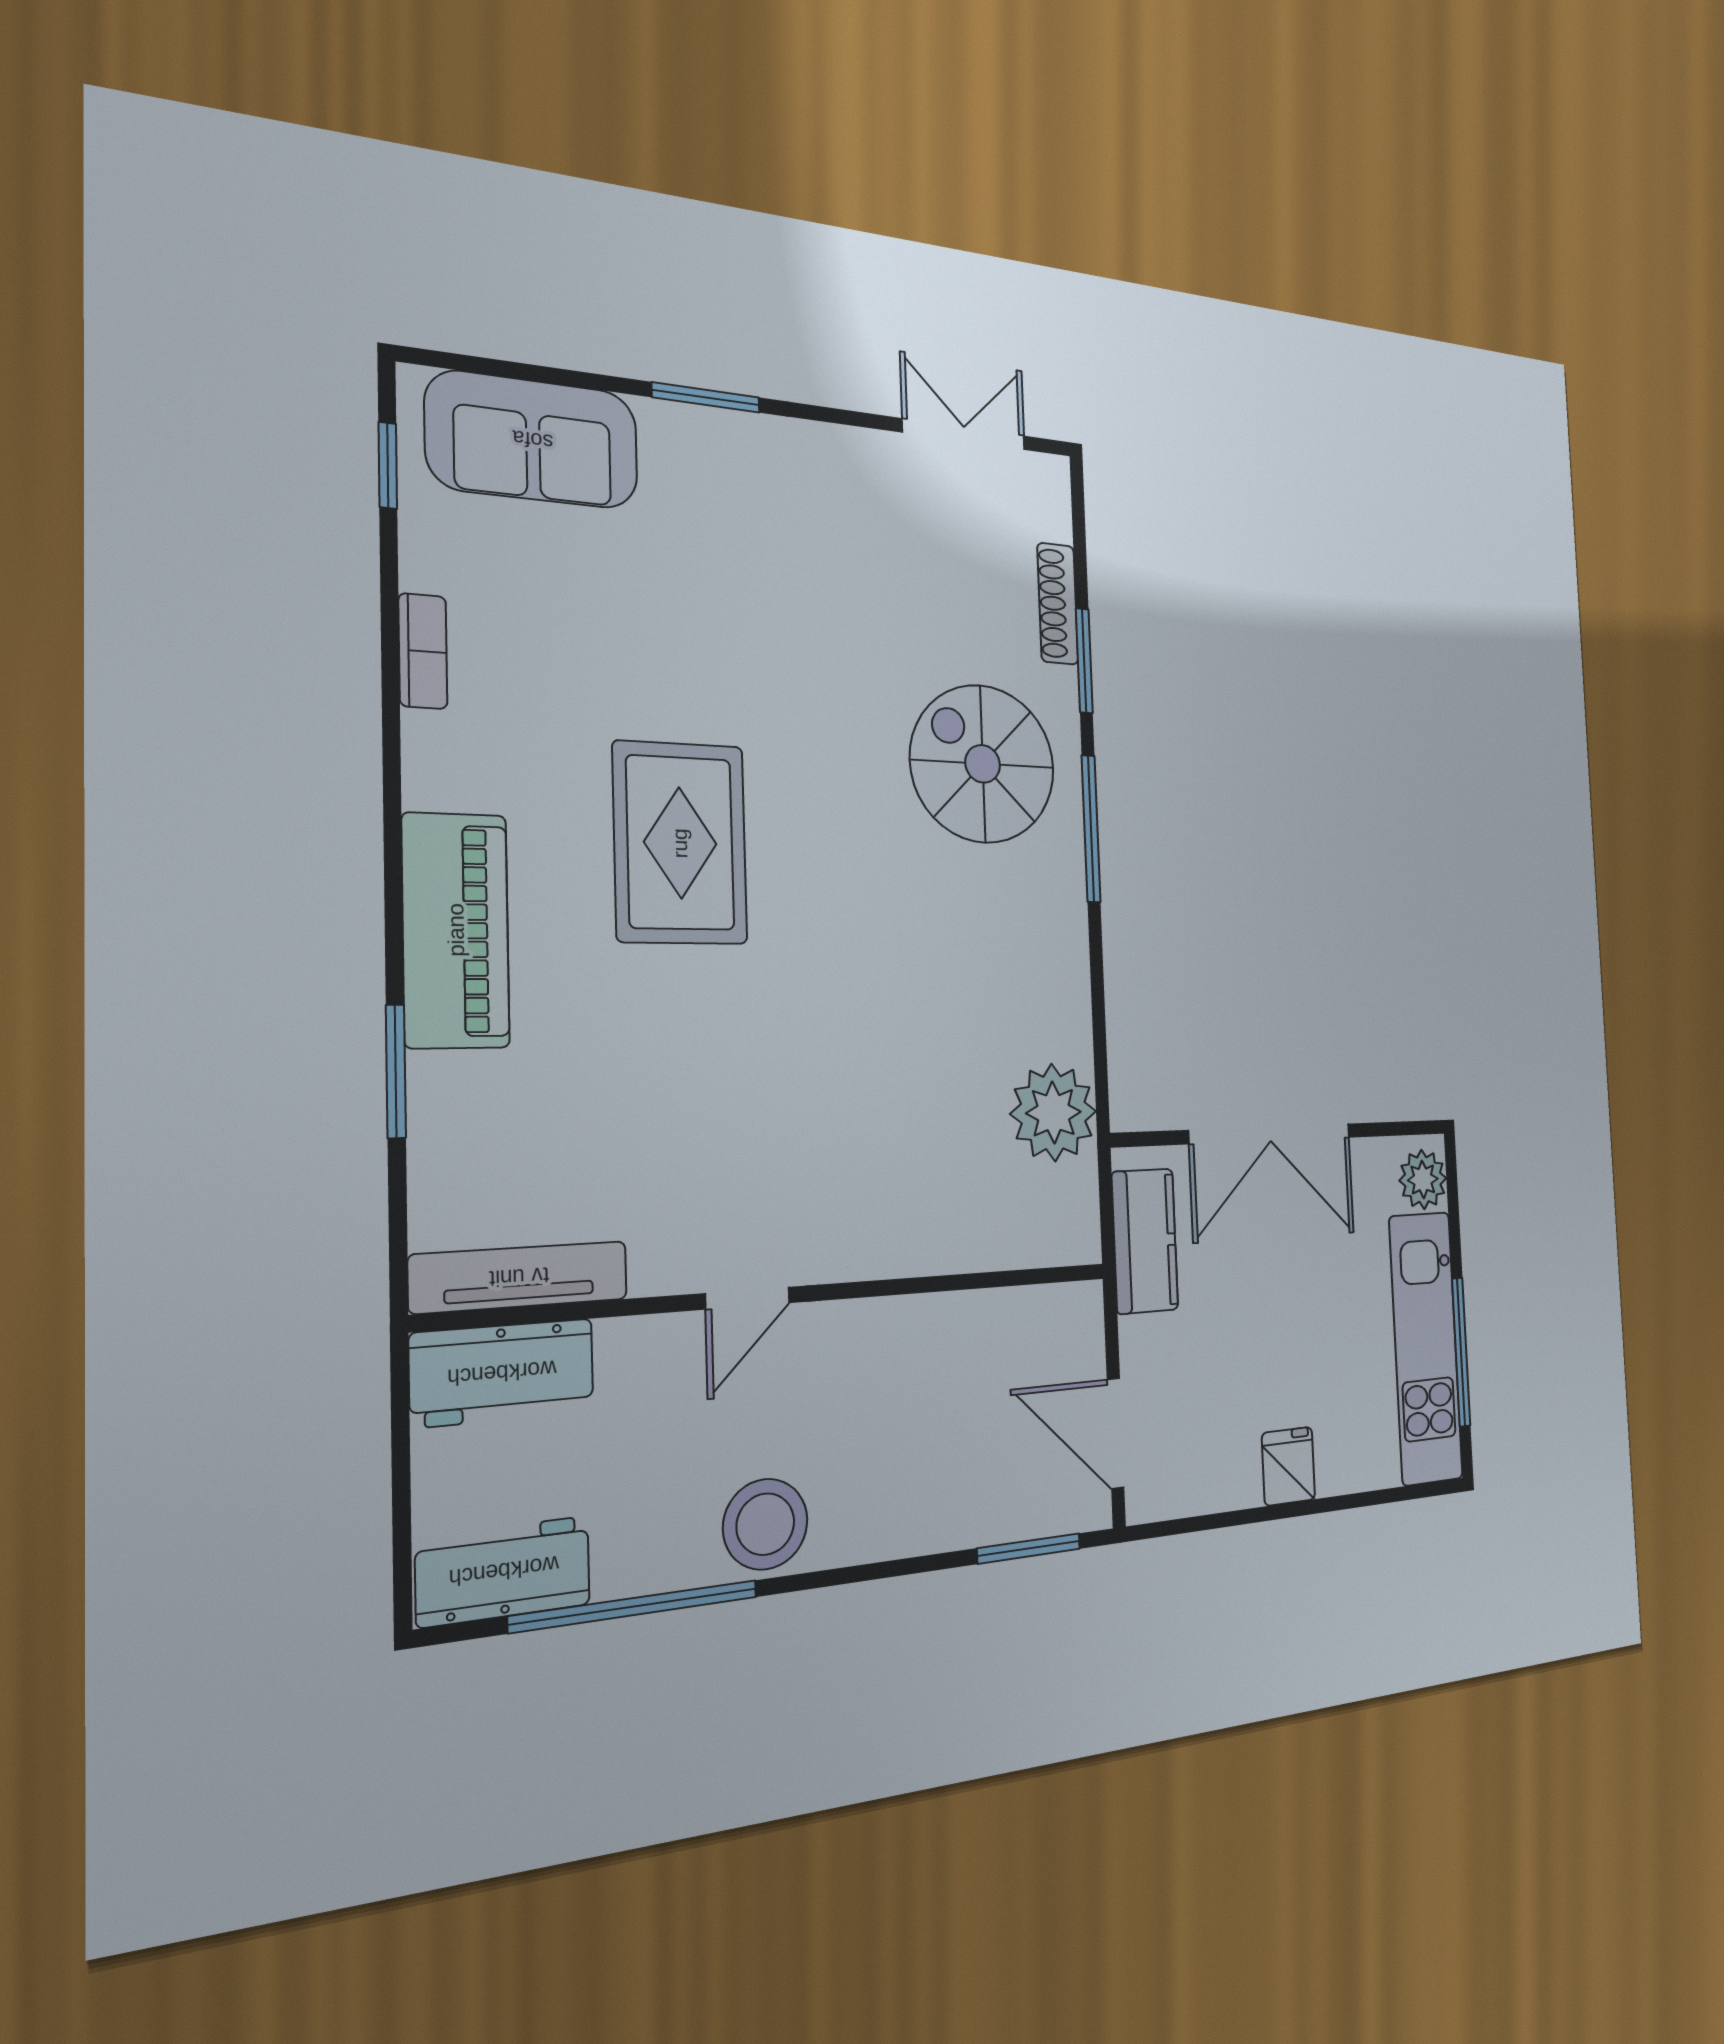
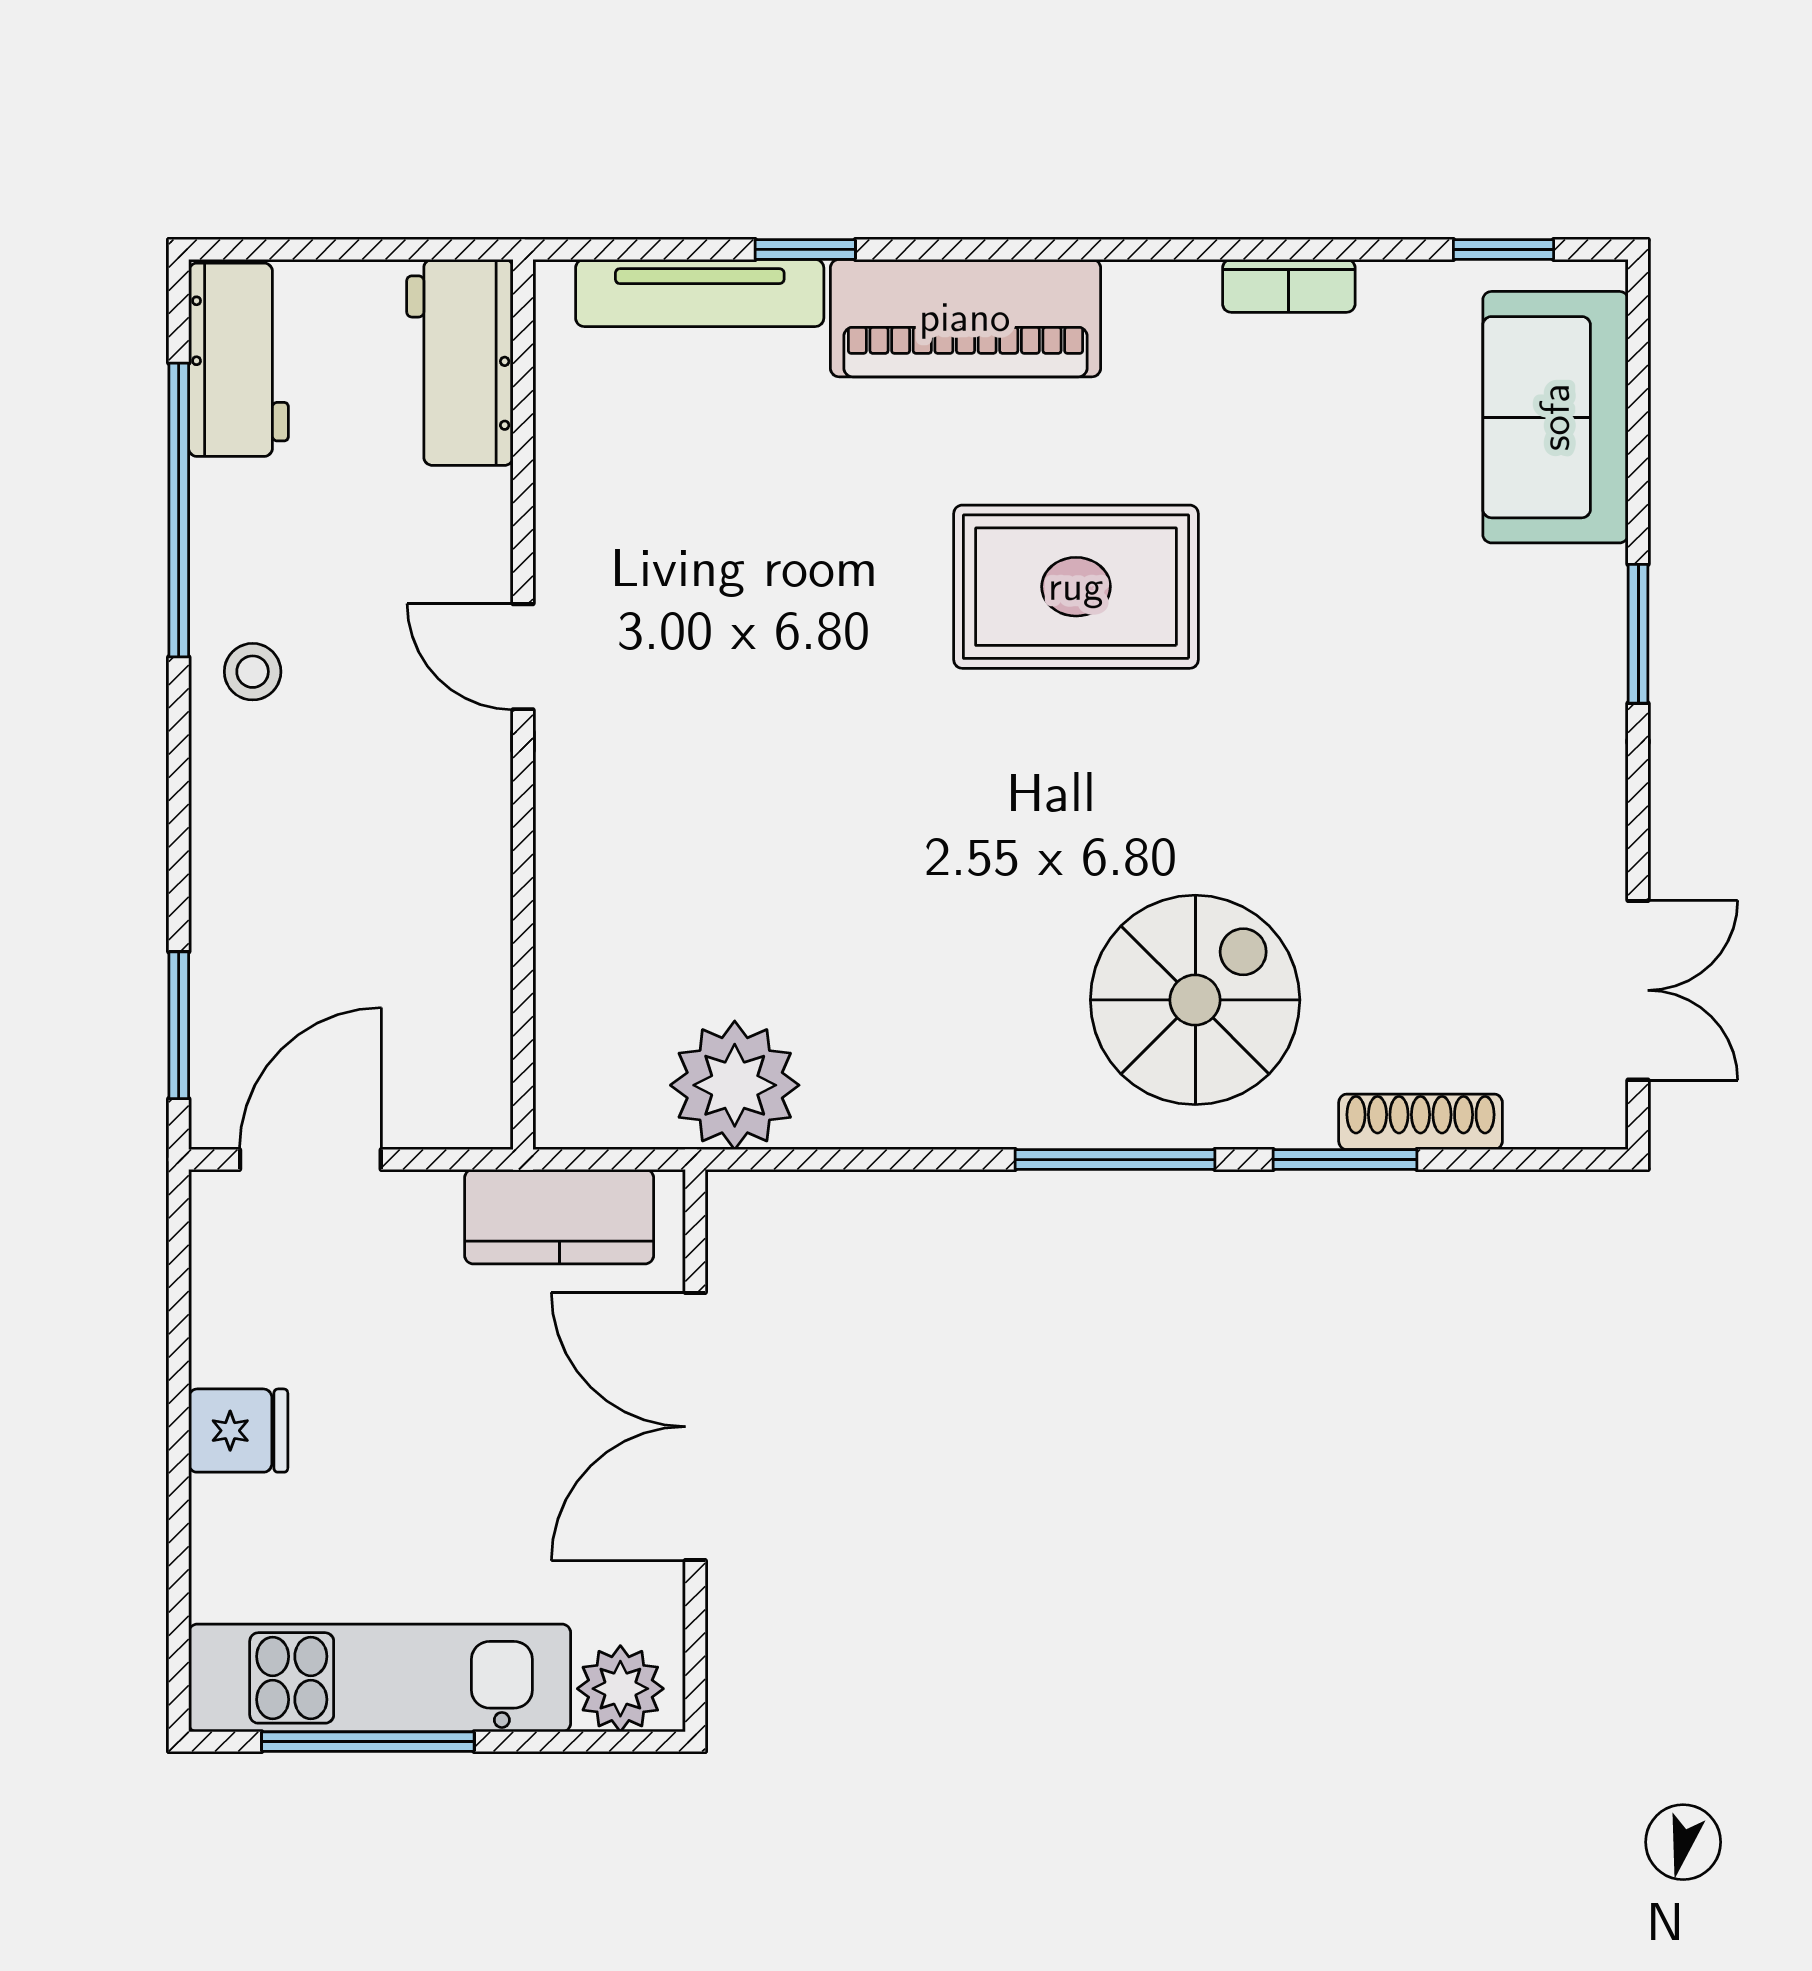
window: (396, 1071) -> (805, 249), width x0.67
tv unit: (519, 1277) -> (700, 293), moved, turned 90
stool: (765, 1524) -> (253, 672), width x0.53, depth x0.53

